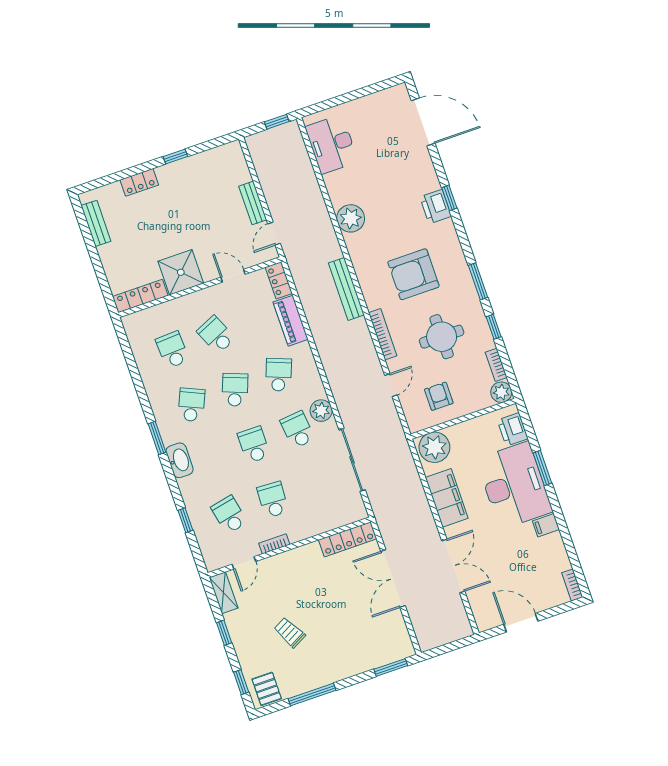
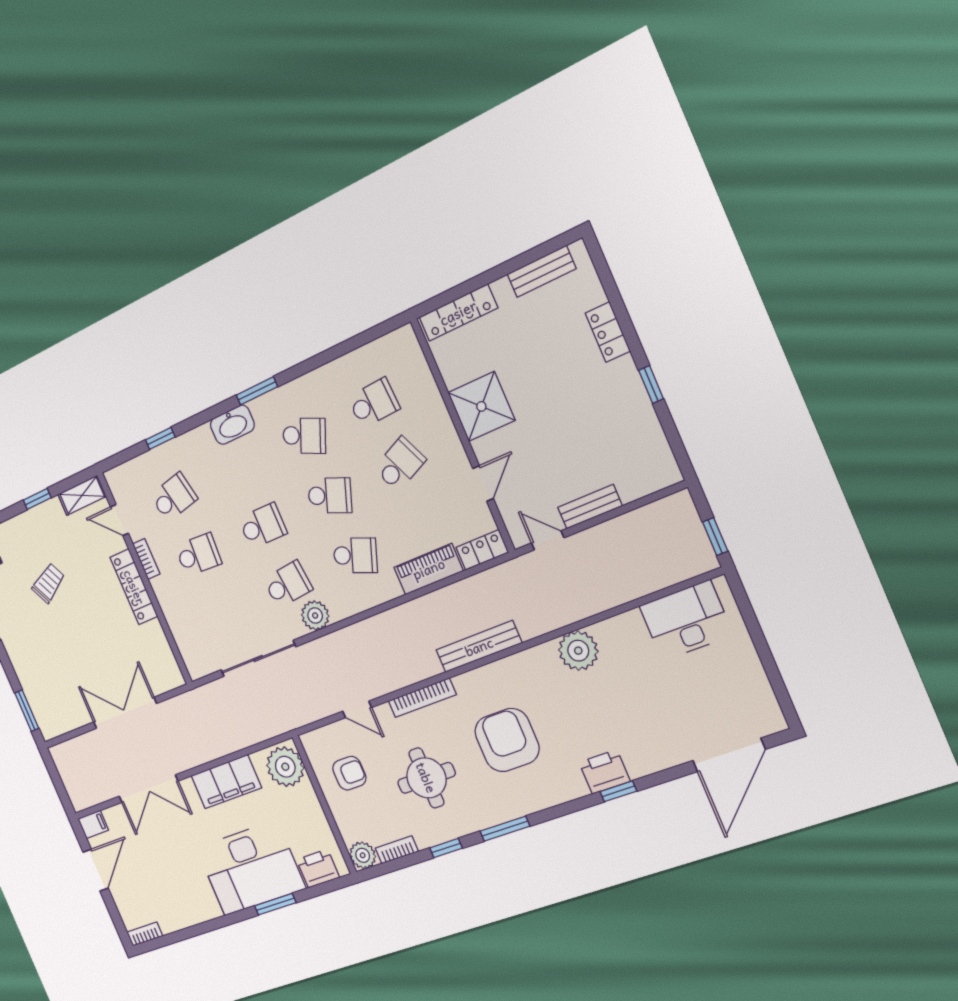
locker: (140, 296) -> (458, 313), moved, turned 90
filing cabinet: (546, 525) -> (93, 824), moved, turned 90
locker: (348, 539) -> (134, 587), moved

